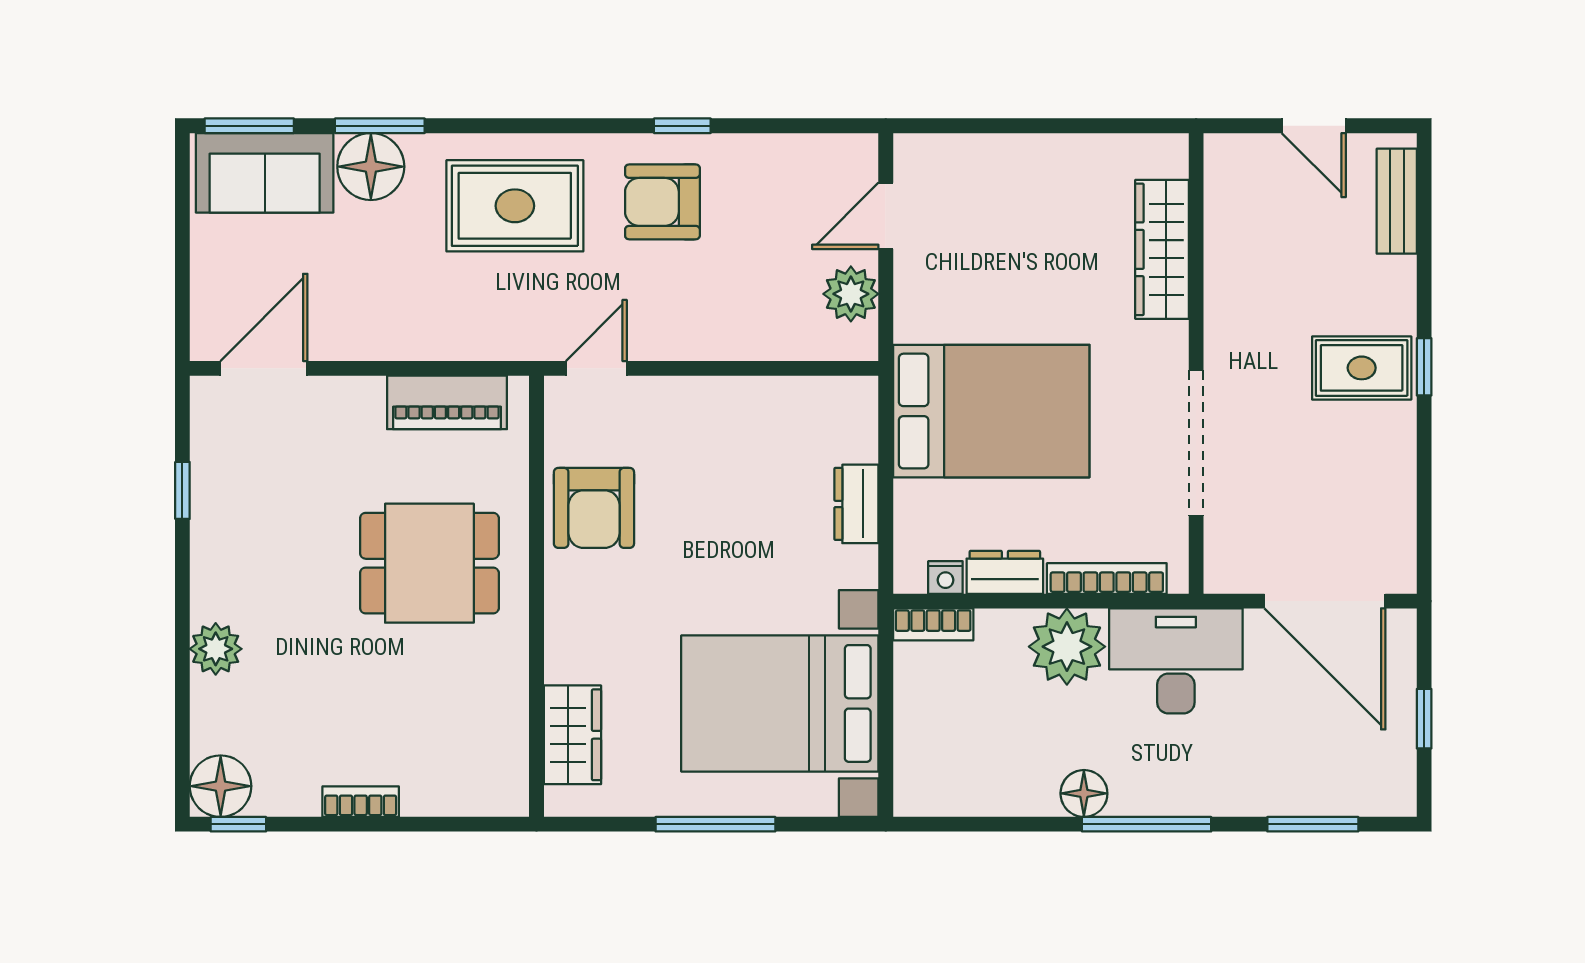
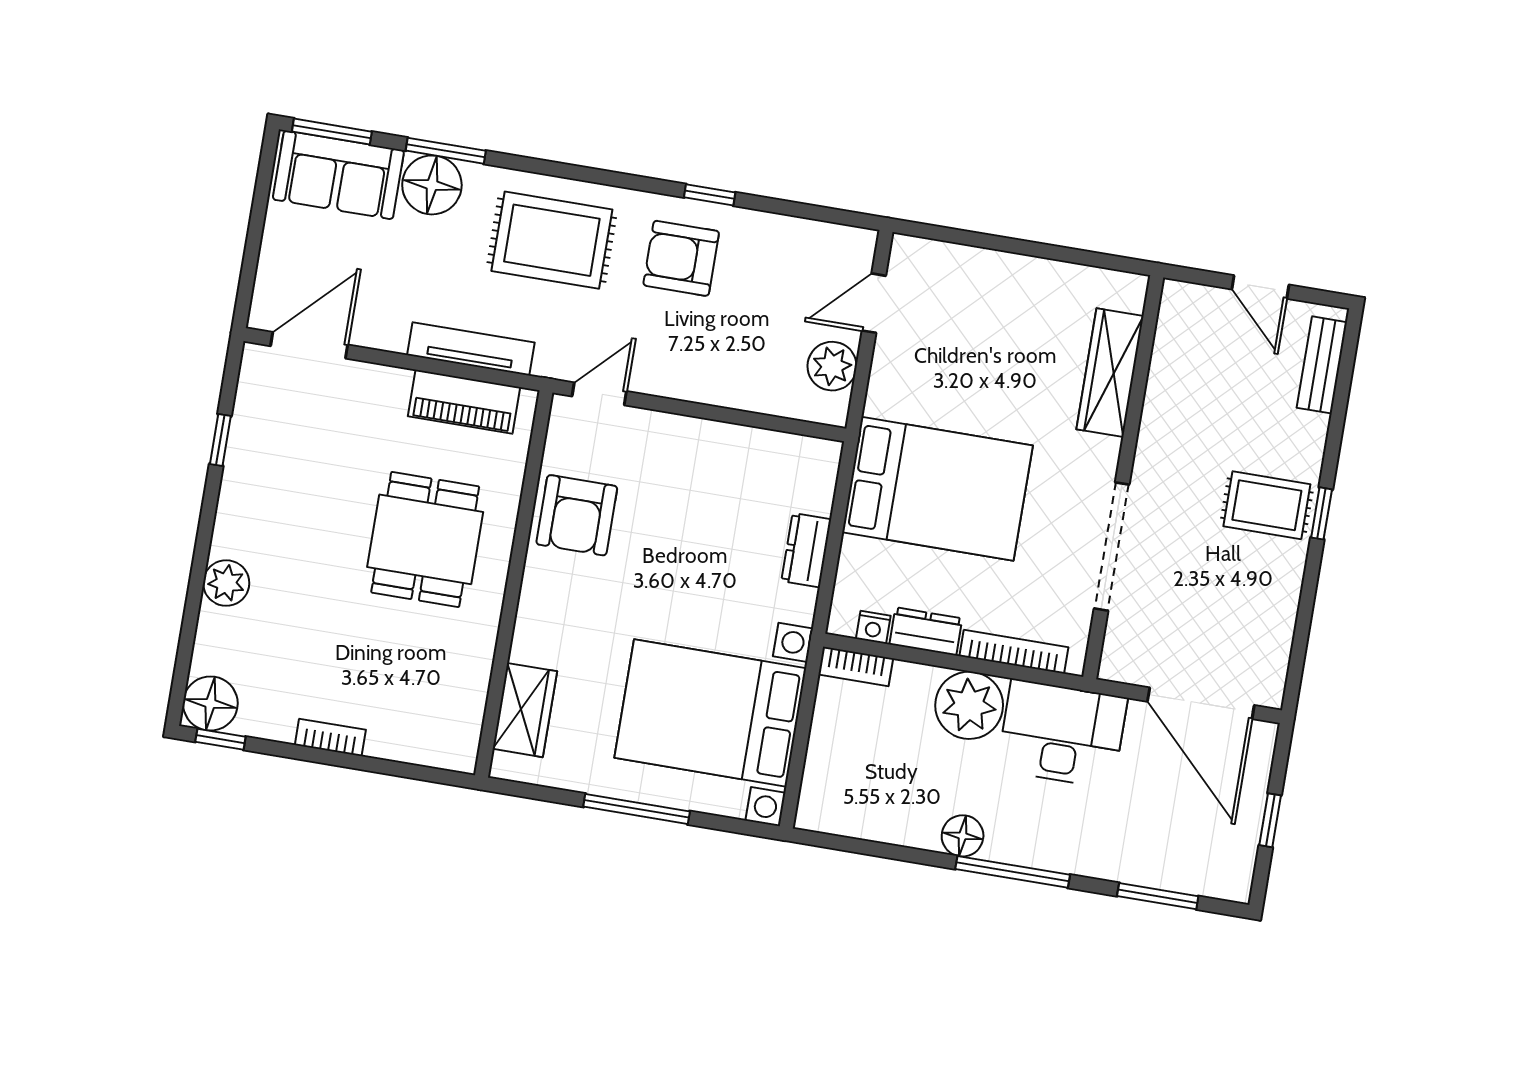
tv unit: (445, 342) -> (471, 349), added
dining table: (429, 563) -> (425, 539), turned 90

